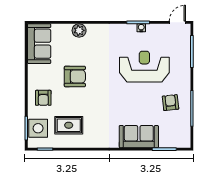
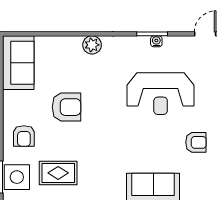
plant: (79, 30) -> (92, 45), moved
reception desk: (144, 67) -> (161, 94), turned 180
armchair: (171, 103) -> (196, 142), turned 96

